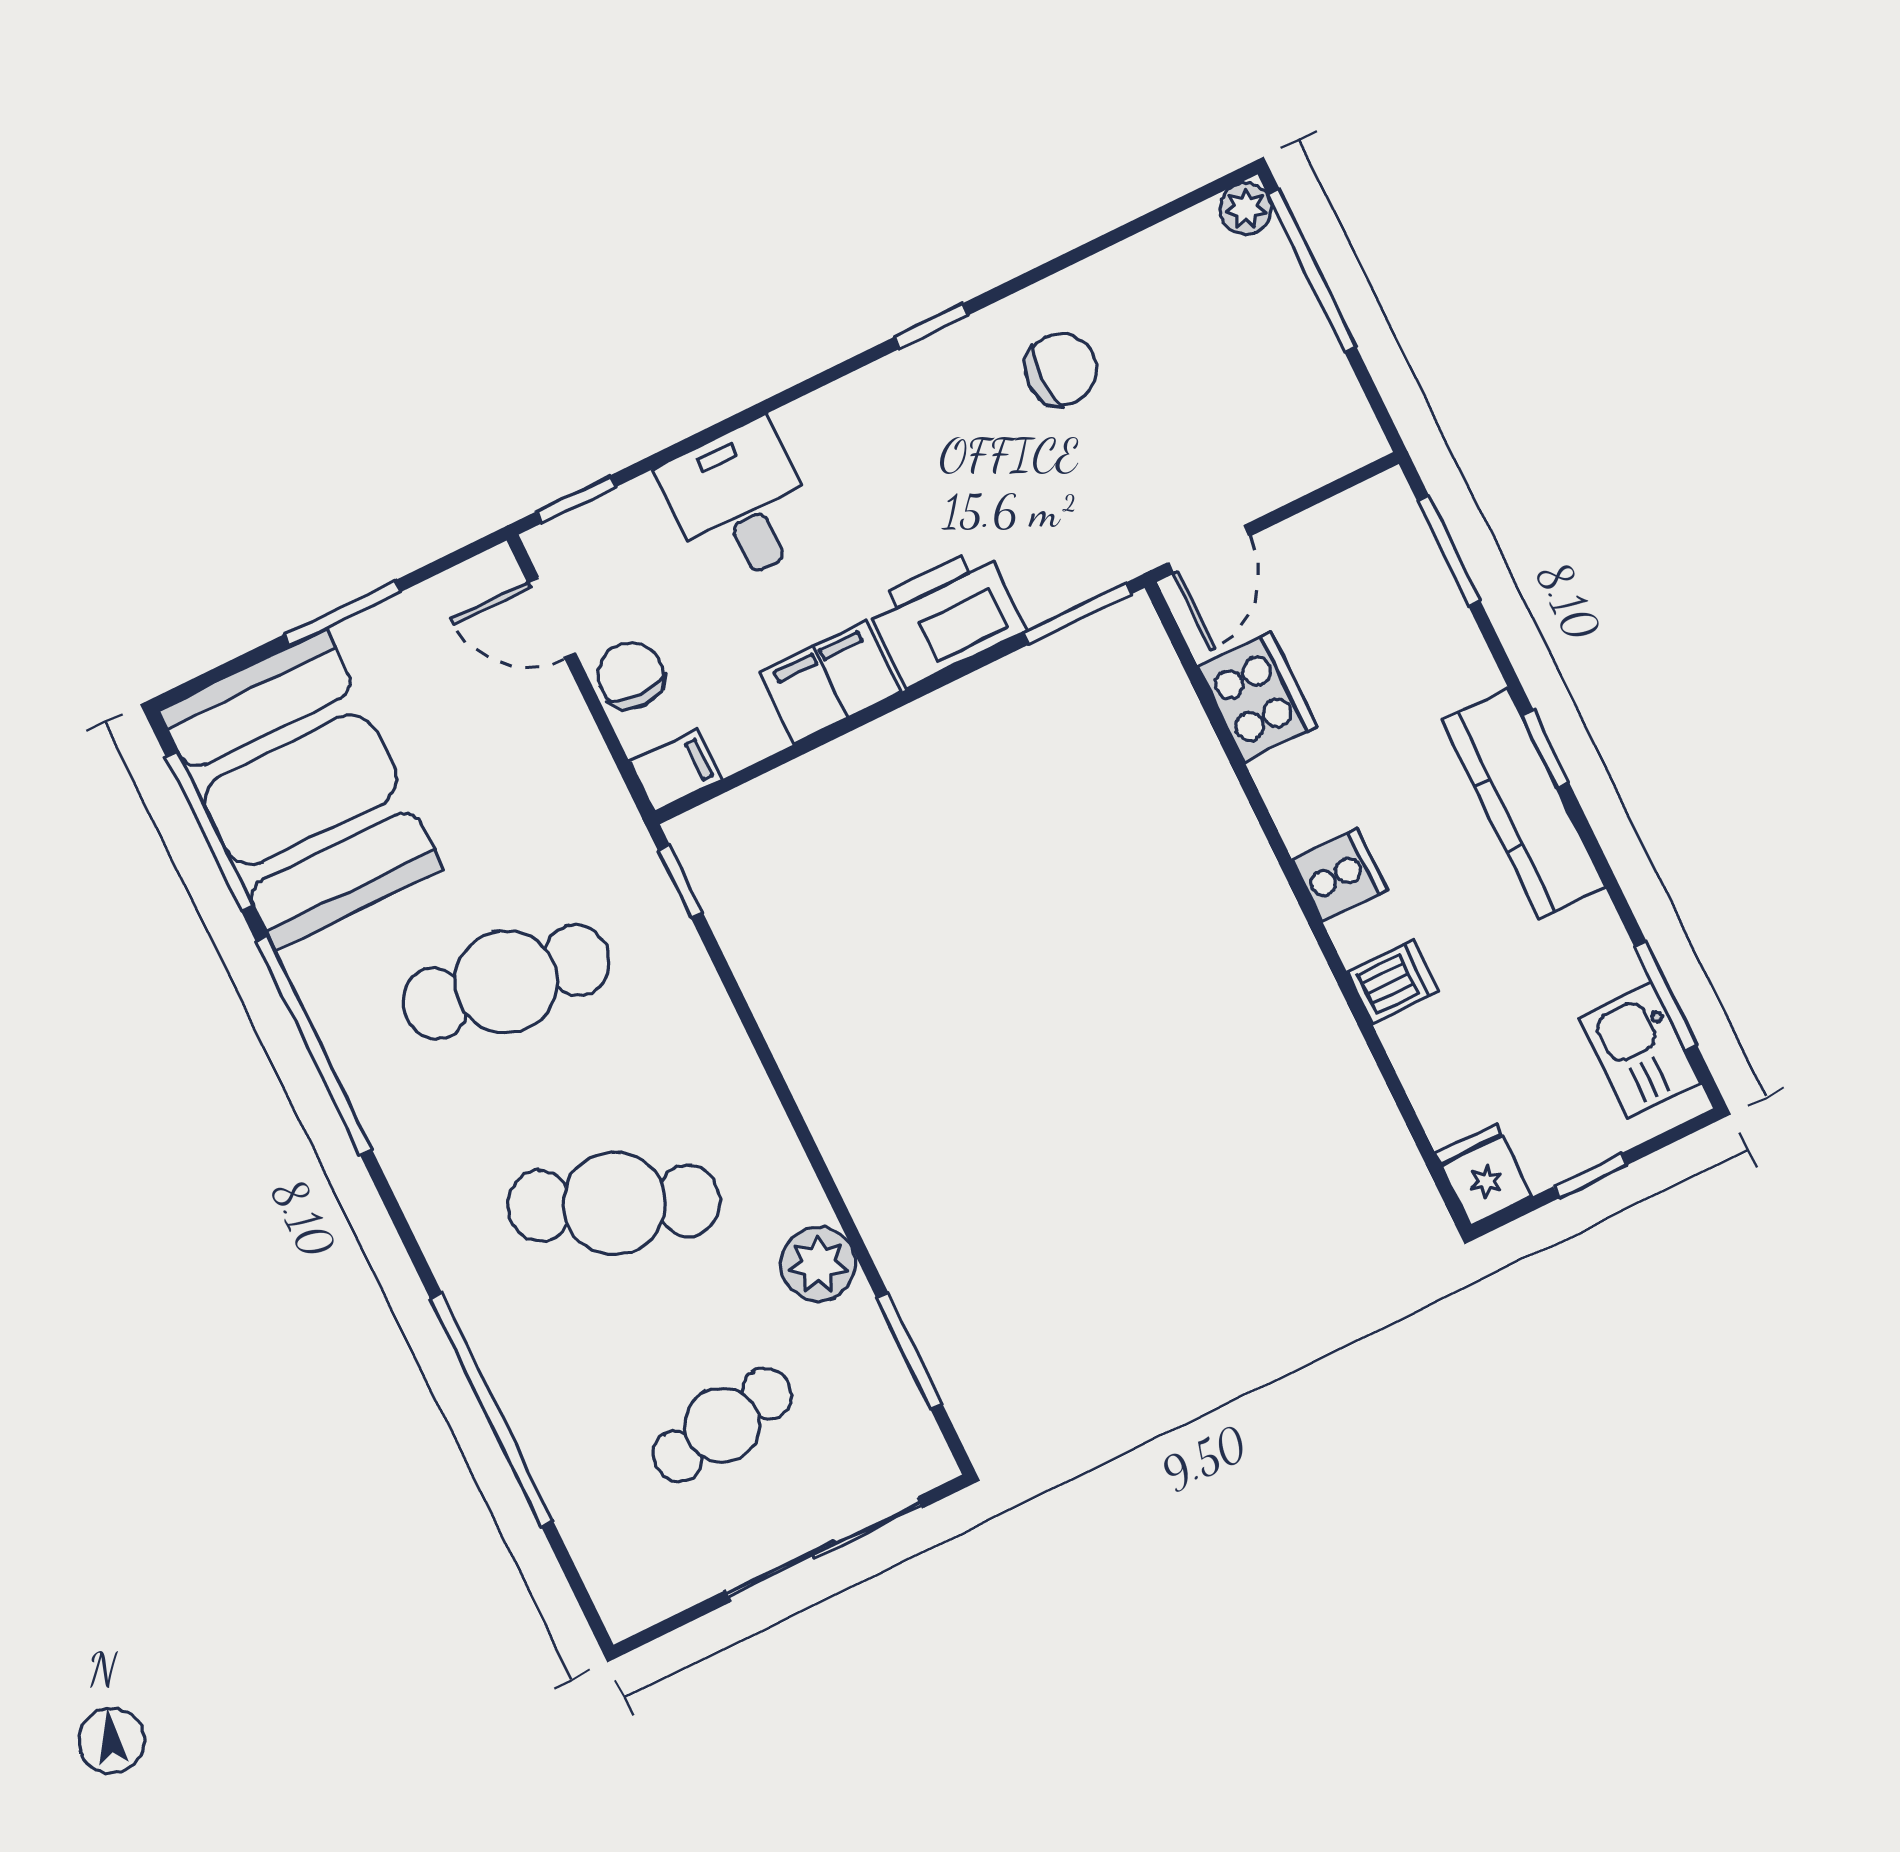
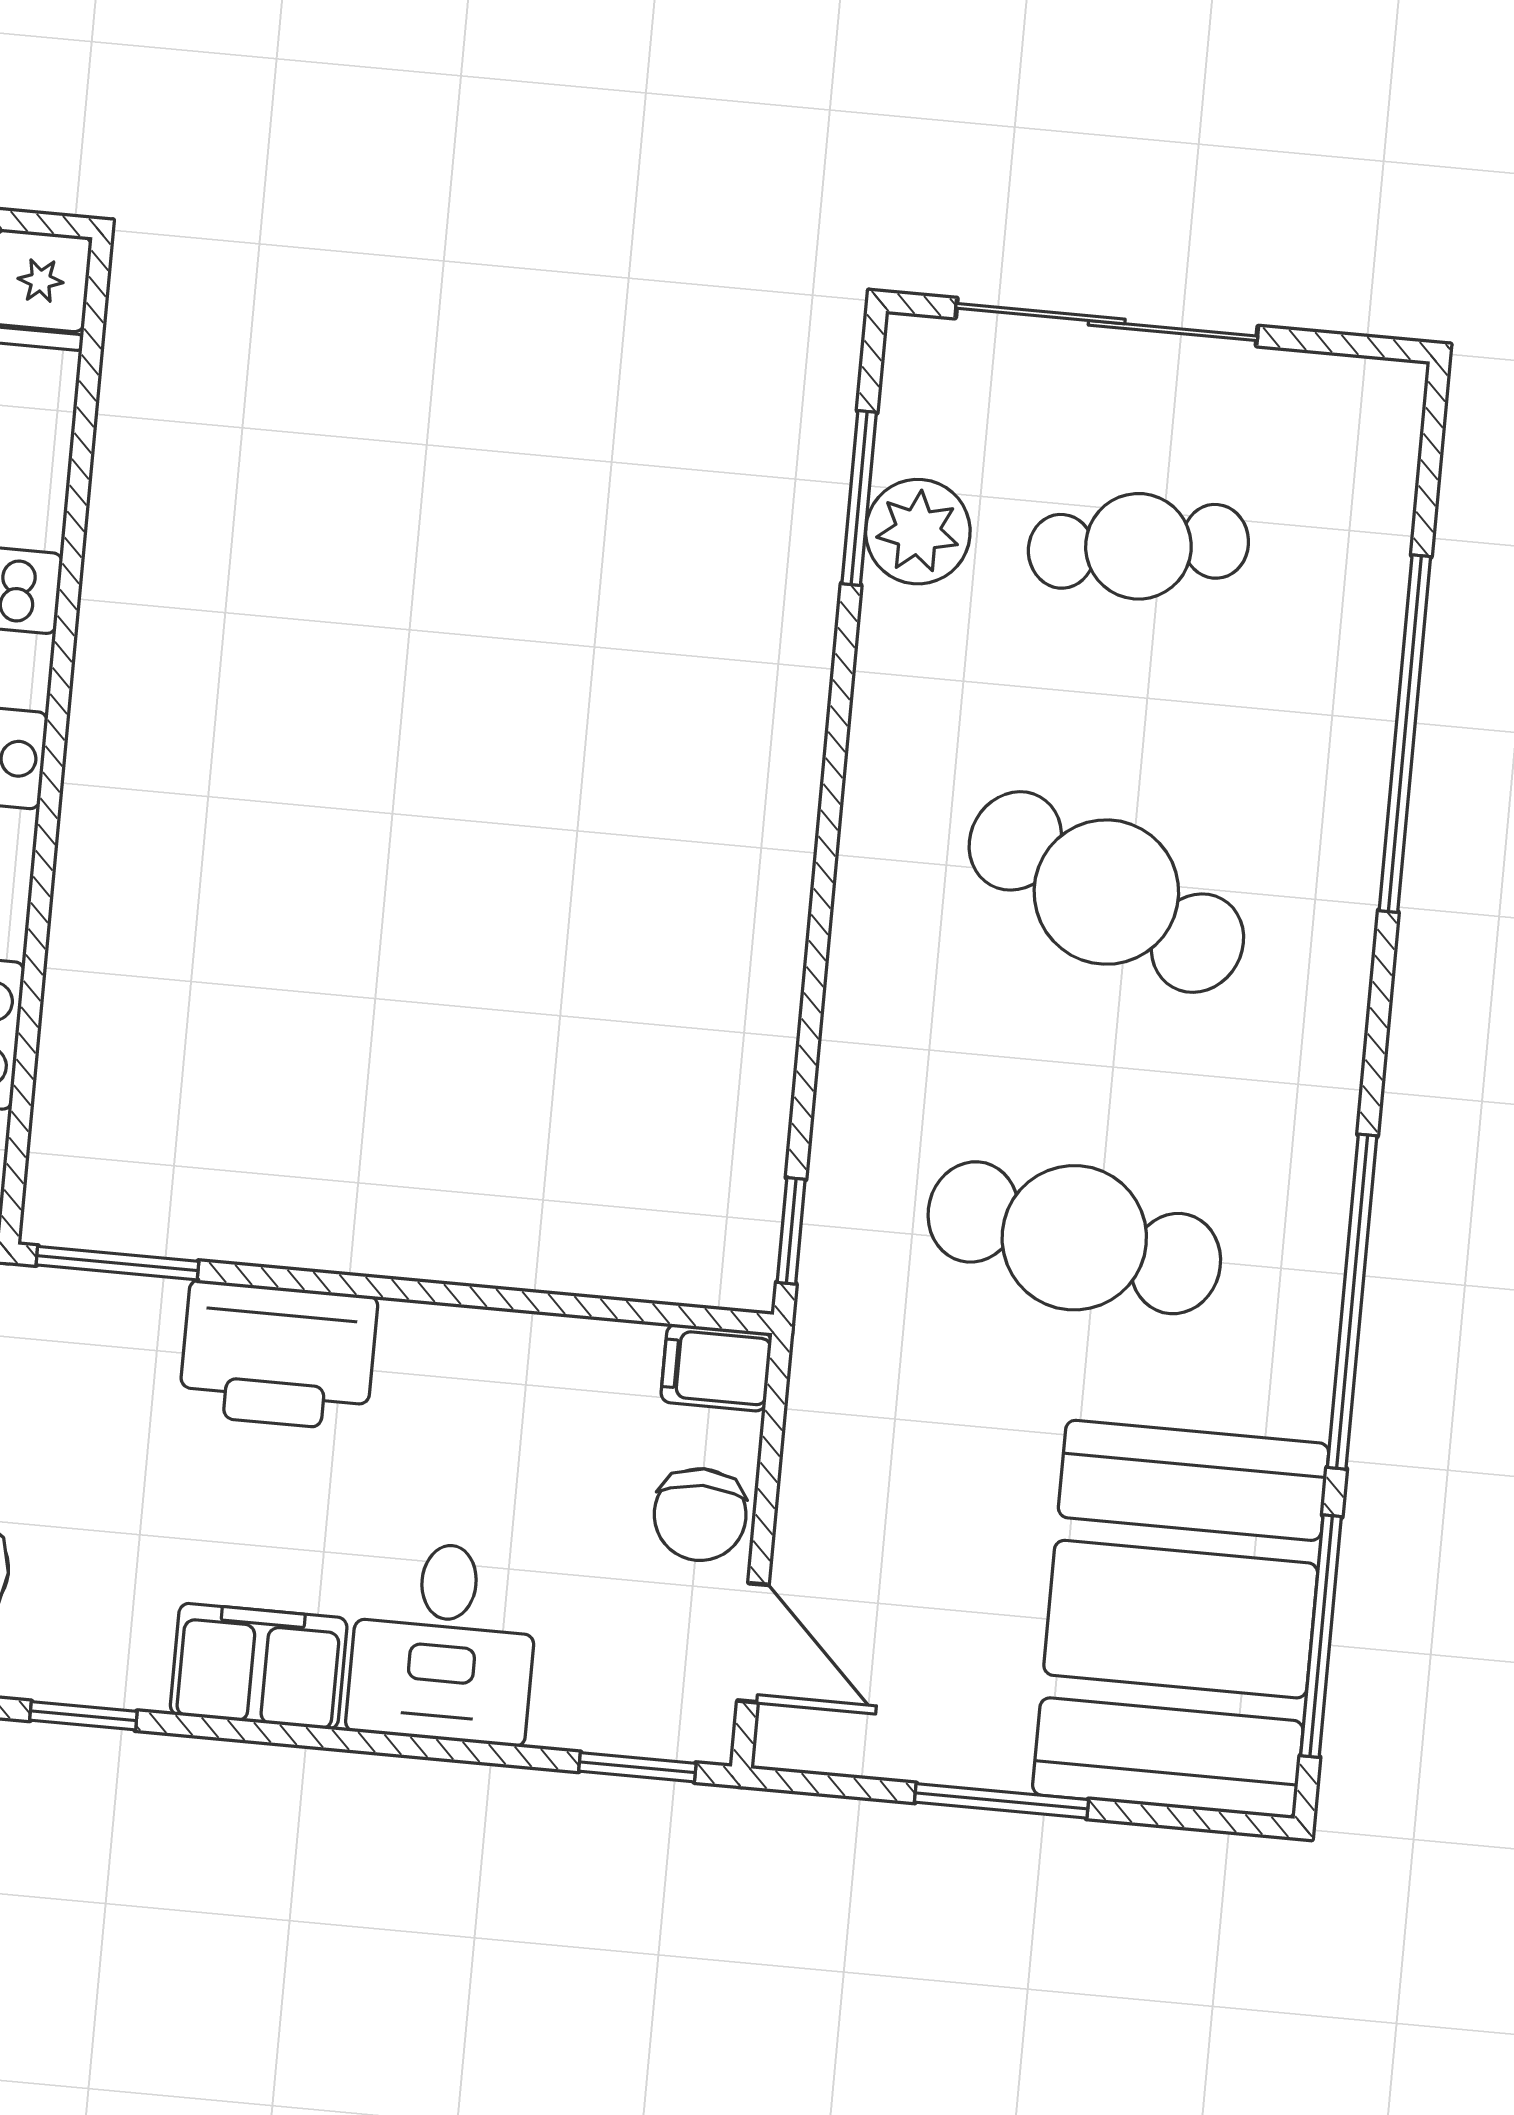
filing cabinet: (830, 682) -> (259, 1666), moved, turned 180
plant: (818, 1264) -> (918, 532), moved

